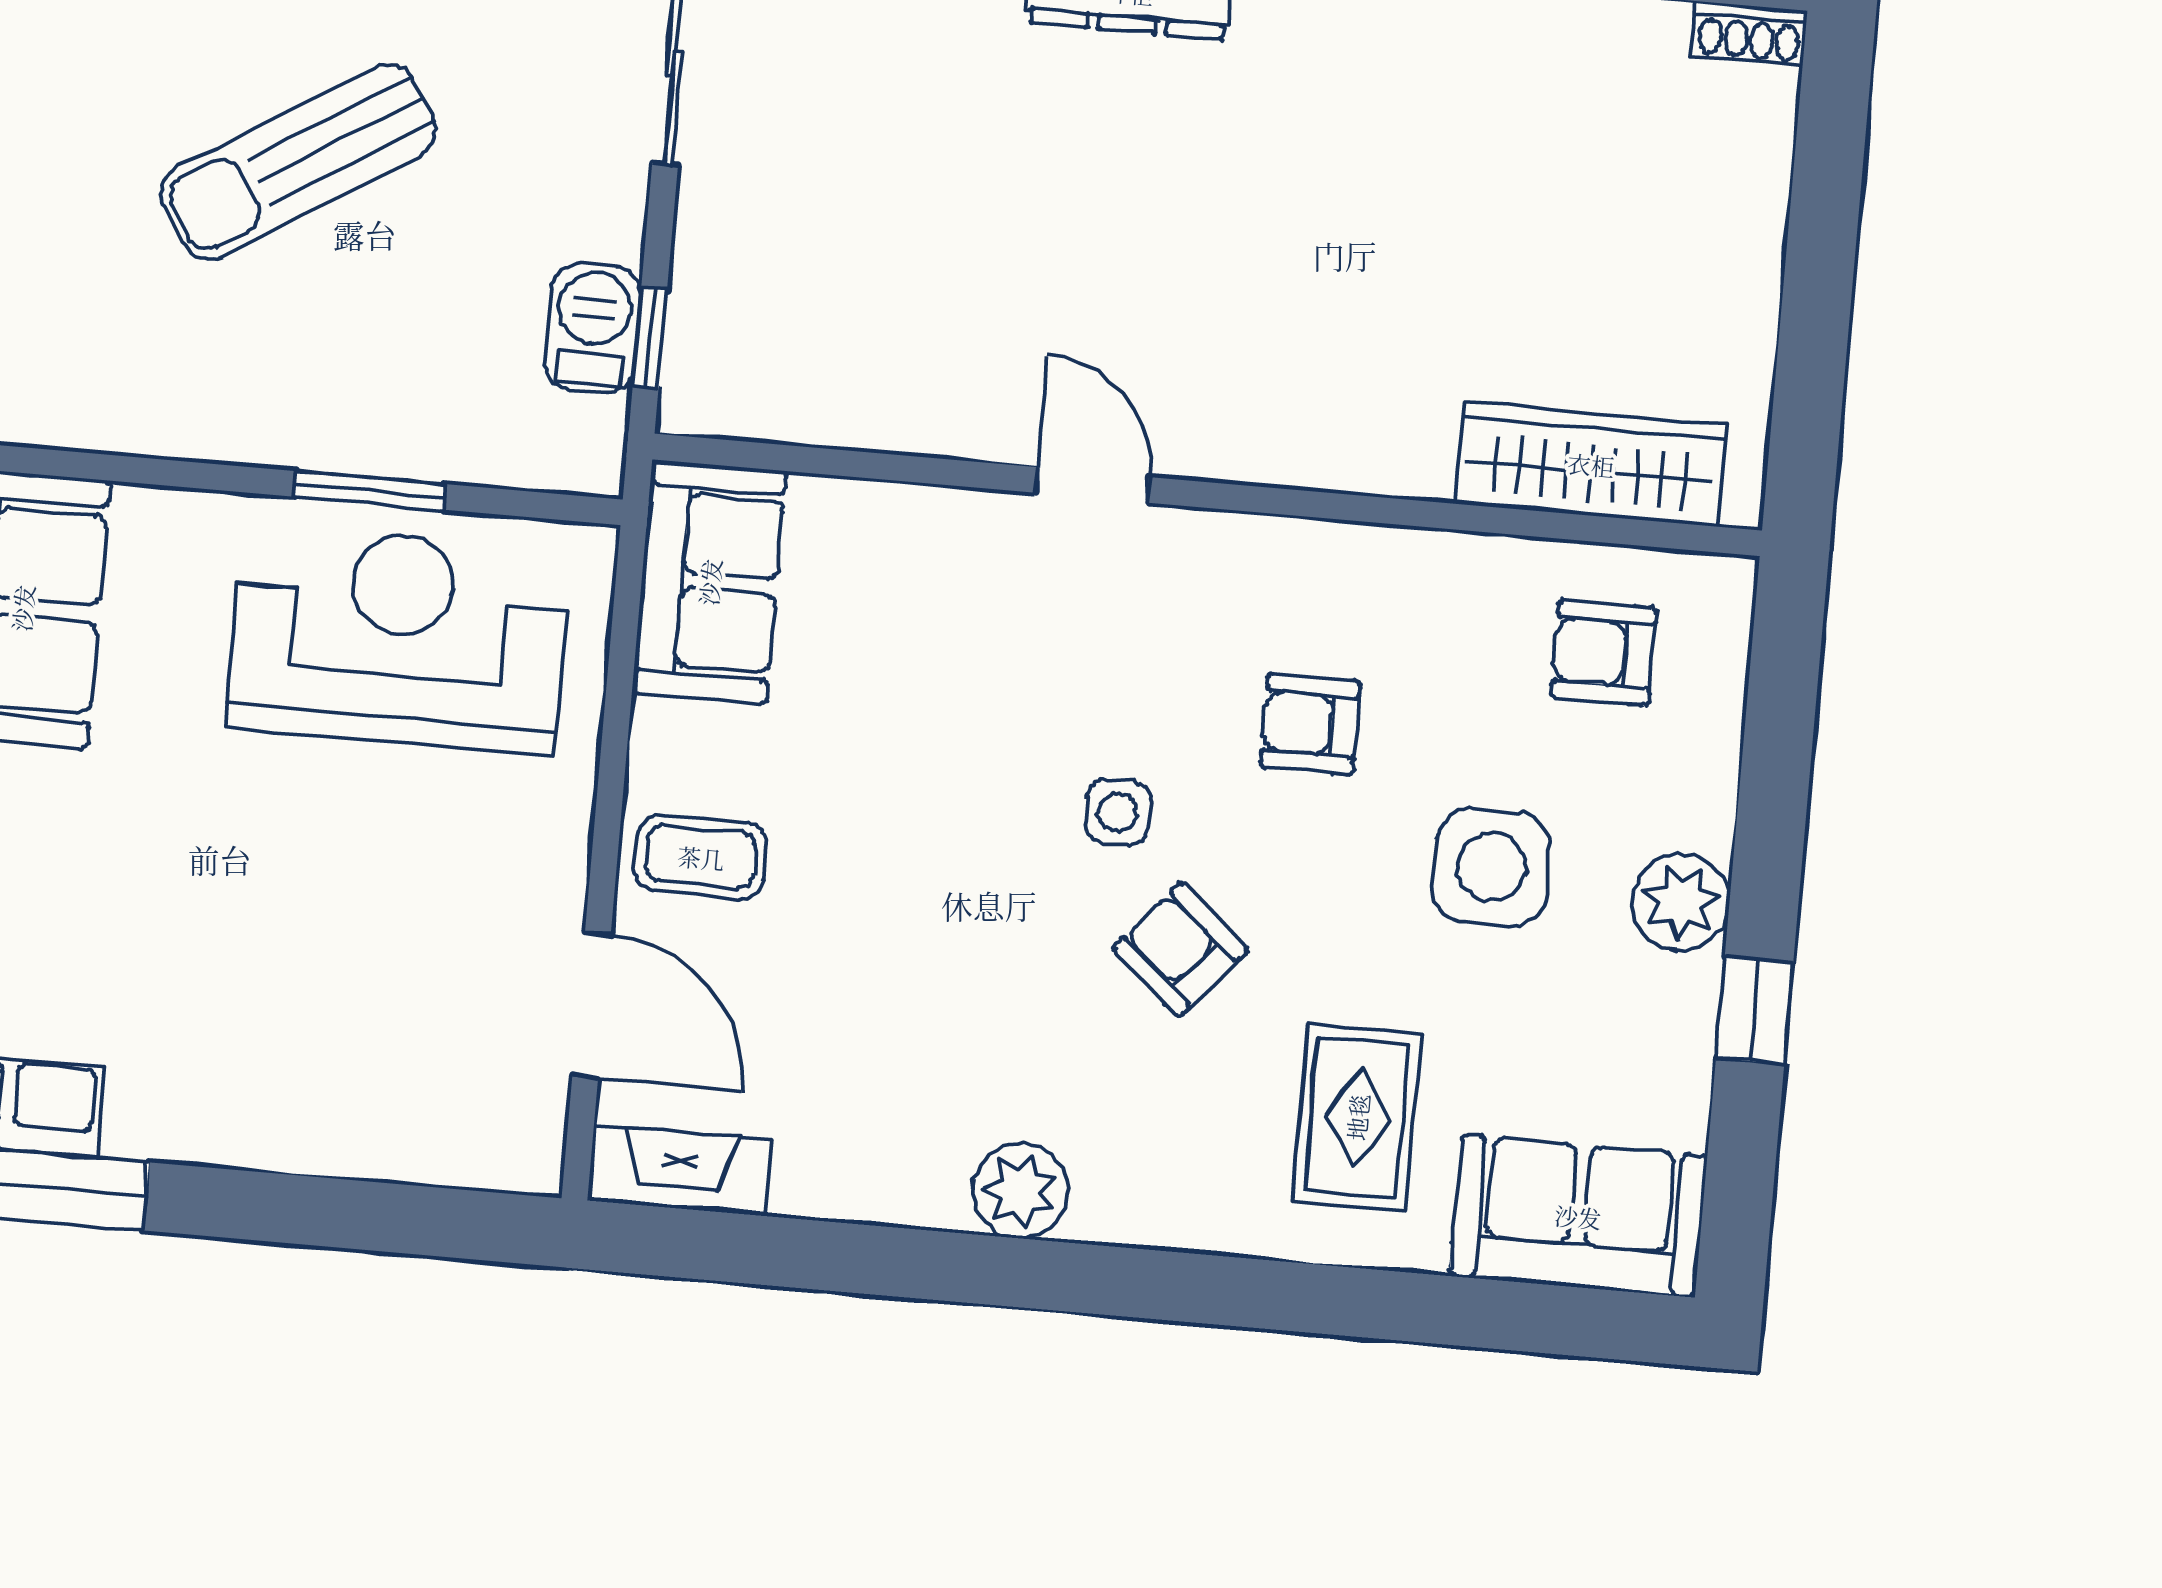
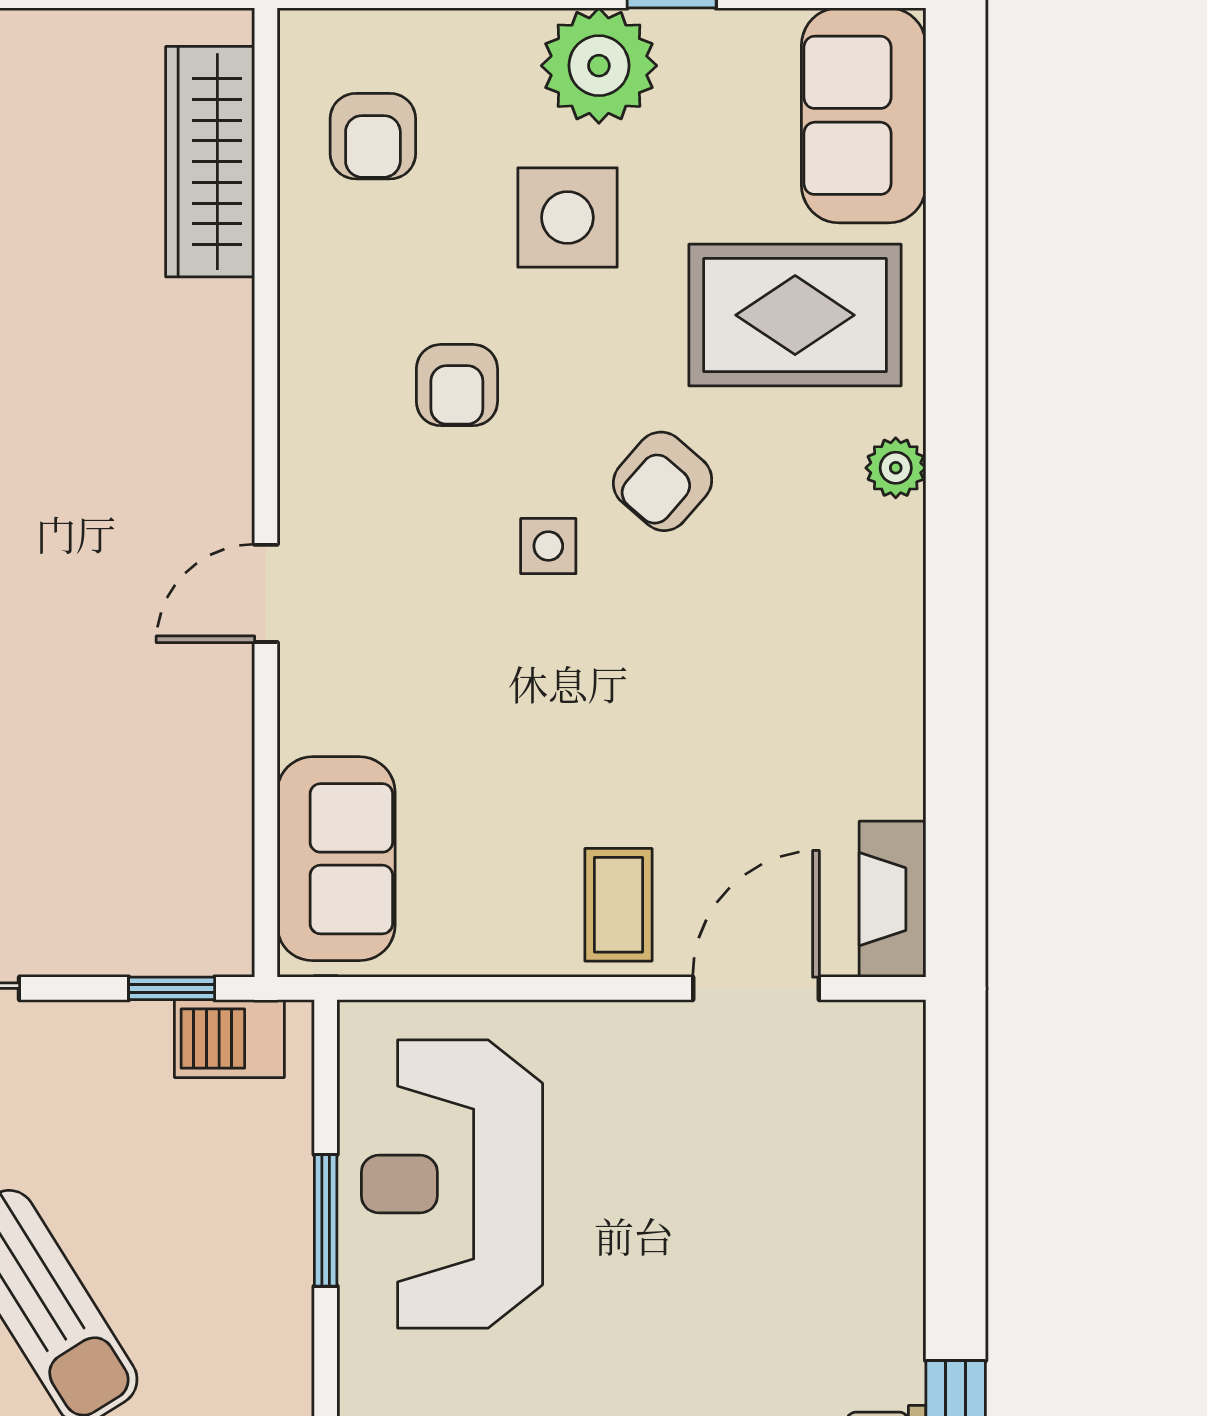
barbecue: (593, 328) -> (229, 1039), moved
sofa: (709, 582) -> (336, 859), moved, turned 90
plant: (1681, 902) -> (599, 66), width x1.36, depth x1.36
rug: (1357, 1117) -> (795, 315), width x1.36, depth x1.43
plant: (1021, 1191) -> (896, 468), moved, width x0.73, depth x0.73

